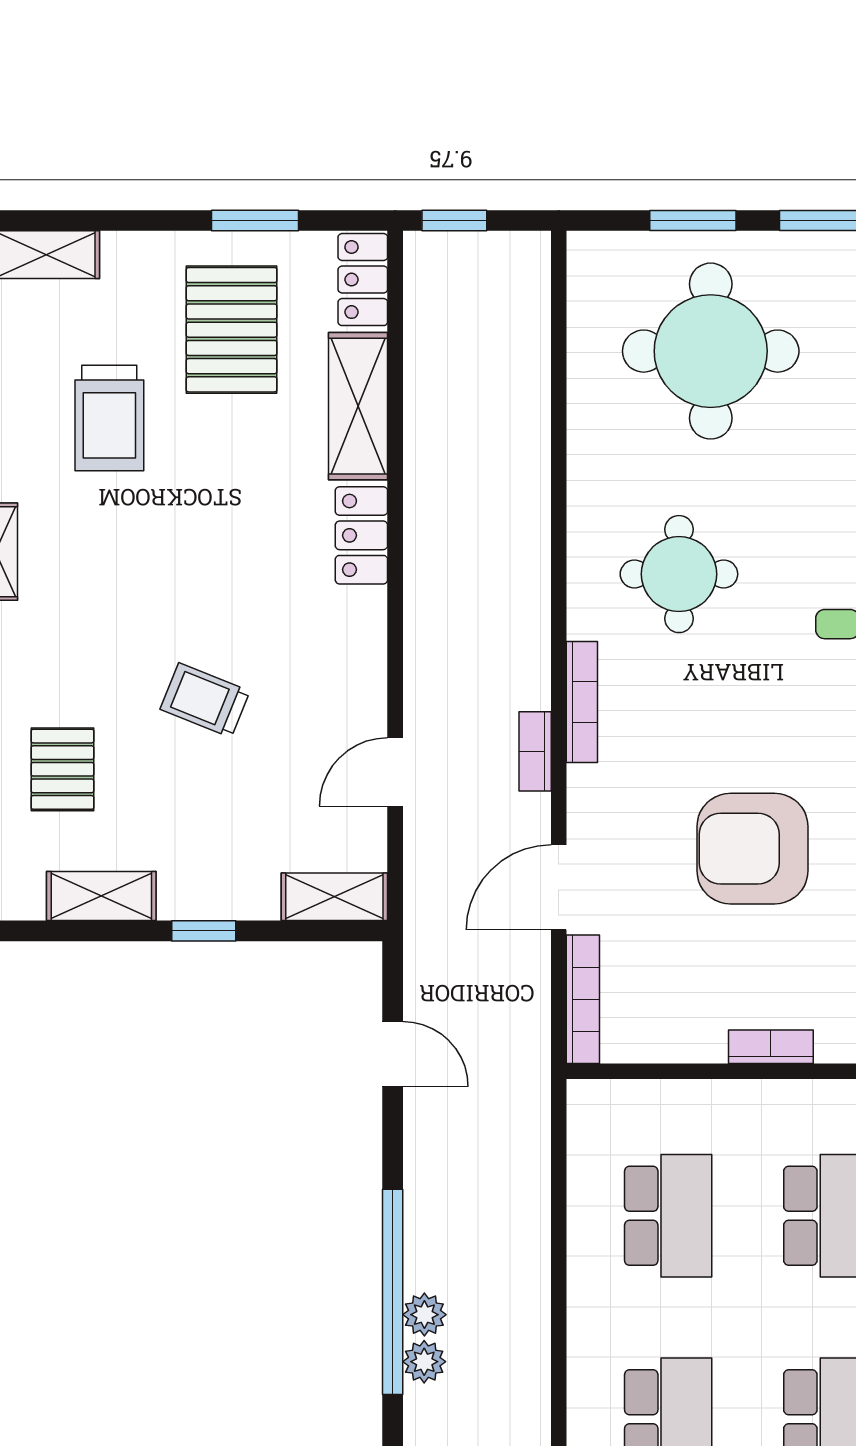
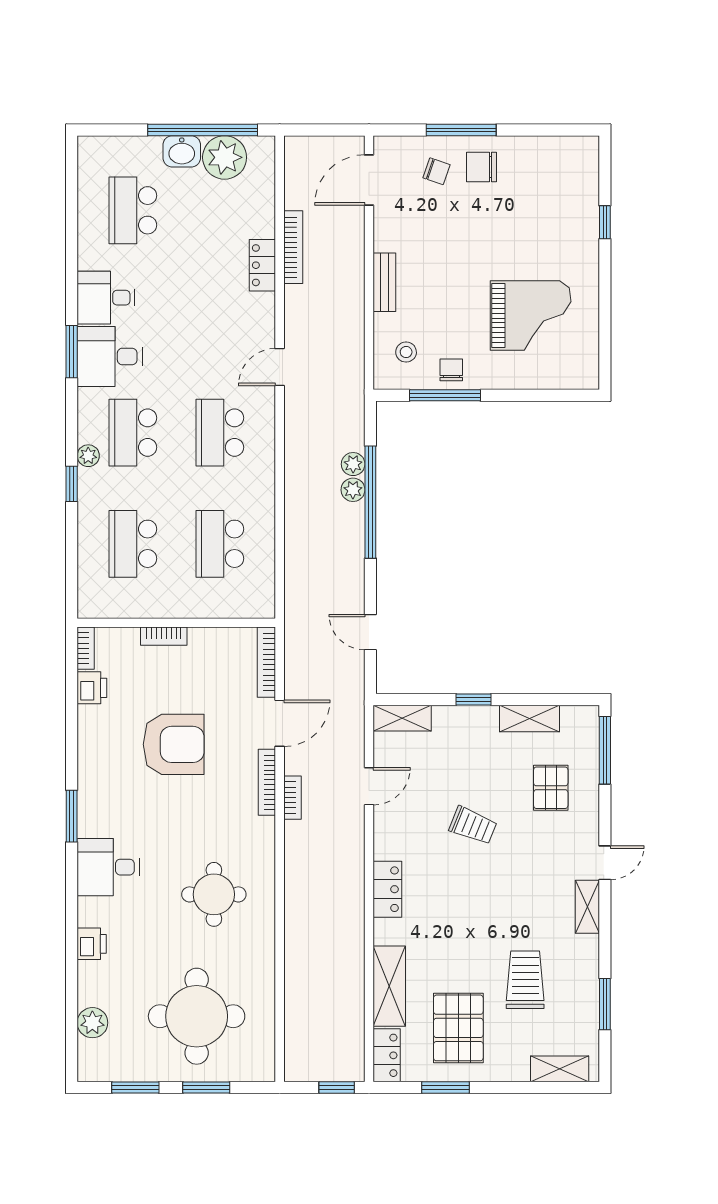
locker: (361, 535) -> (387, 889), moved
bookcase: (582, 702) -> (267, 782), moved

